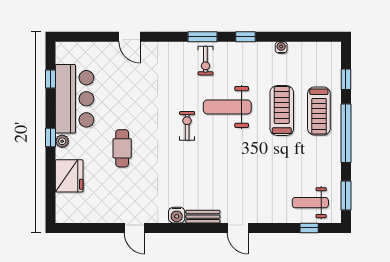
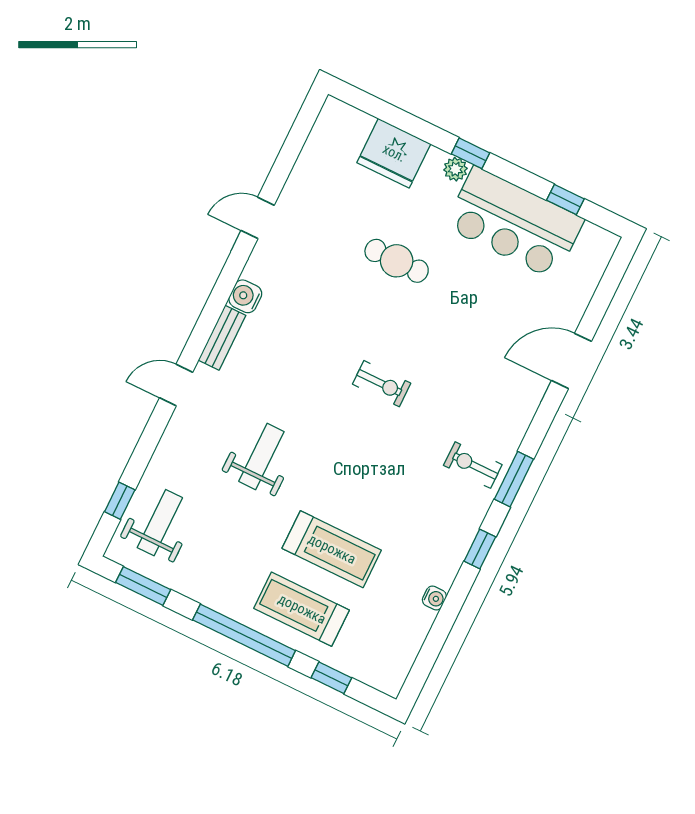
door: (130, 37) -> (571, 361), width x1.38
weight bench: (227, 107) -> (261, 457), moved, width x0.73, depth x0.75

